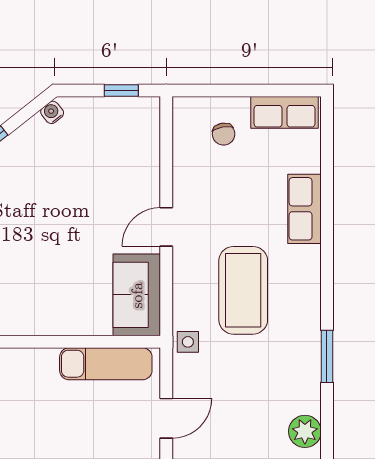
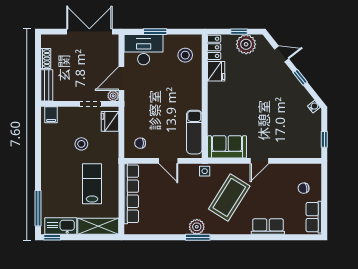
door: (166, 227) -> (259, 161), swing flipped
coffee table: (243, 290) -> (229, 197), turned -58
plant: (305, 431) -> (197, 227), moved

